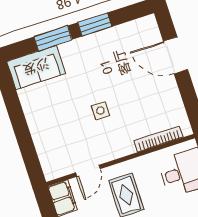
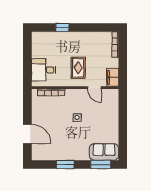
window: (53, 38) -> (101, 164), moved
door: (88, 171) -> (94, 88), swing flipped

